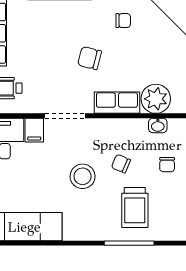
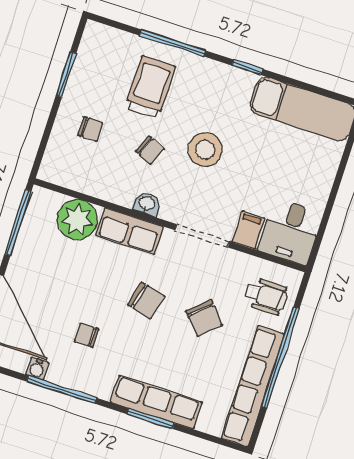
chair: (45, 59) -> (204, 318), added
washbasin: (158, 125) -> (147, 204), moved
chair: (167, 165) -> (90, 129), turned 90
window: (72, 243) -> (247, 67), added

